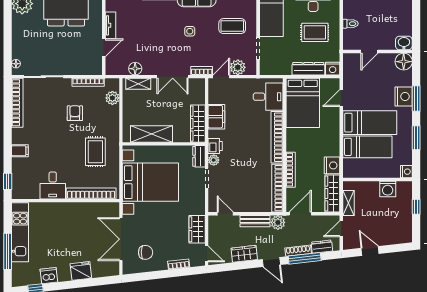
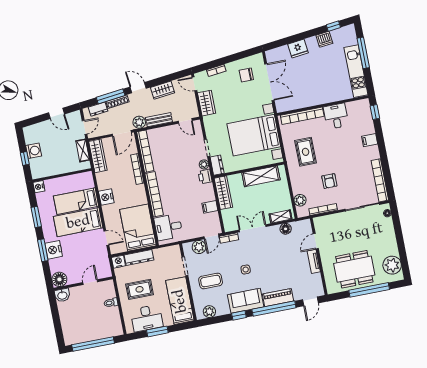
door: (341, 98) -> (106, 238), hinge flipped
filing cabinet: (216, 117) -> (210, 207), width x0.50
nightstand: (332, 165) -> (106, 197), moved
washing machine: (388, 189) -> (34, 151), moved, turned 90

